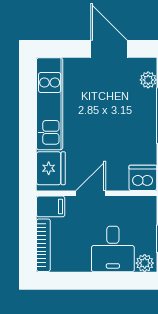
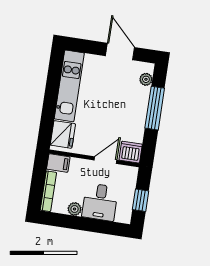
door: (91, 193) -> (105, 160), moved
plant: (145, 263) -> (75, 209), moved

